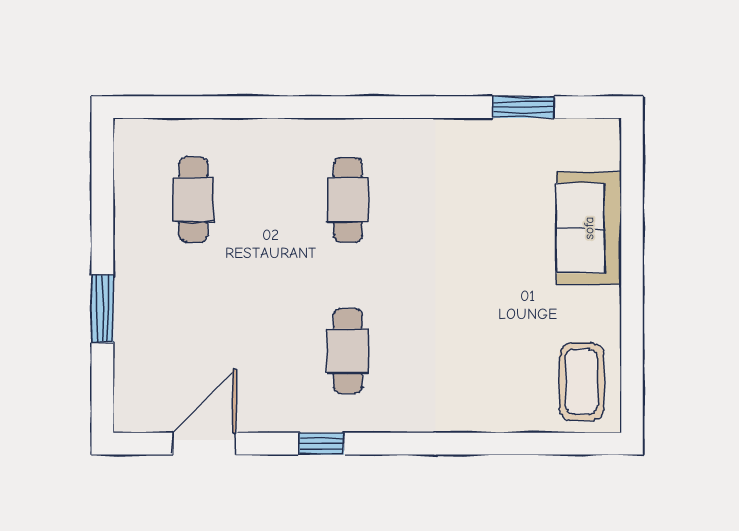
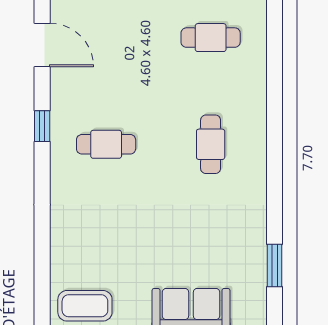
cafe table: (348, 200) -> (211, 144), turned 90

